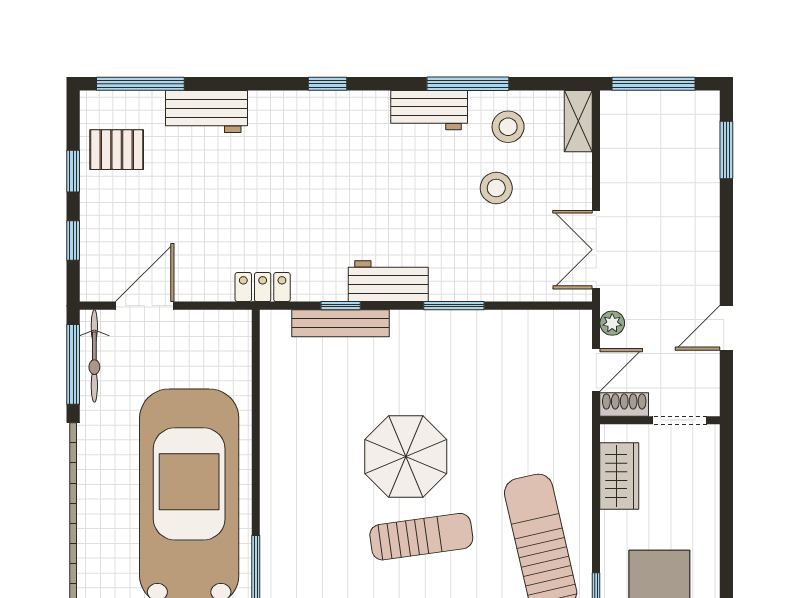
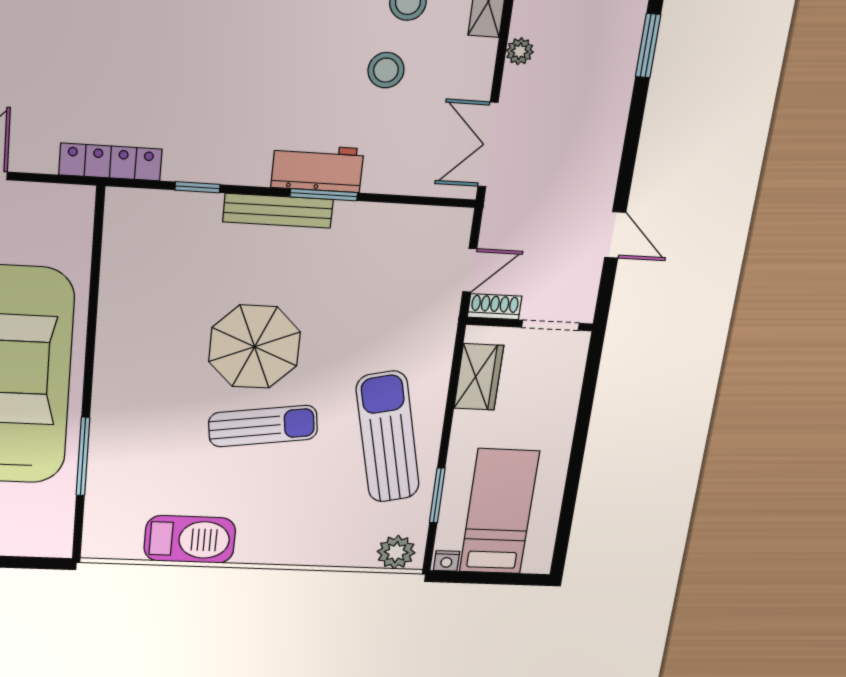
workbench: (388, 281) -> (317, 168), moved
locker: (263, 287) -> (110, 162), width x1.53
bench: (341, 323) -> (278, 211), moved
plant: (612, 323) -> (520, 51), moved
door: (726, 328) -> (615, 235), swing flipped

